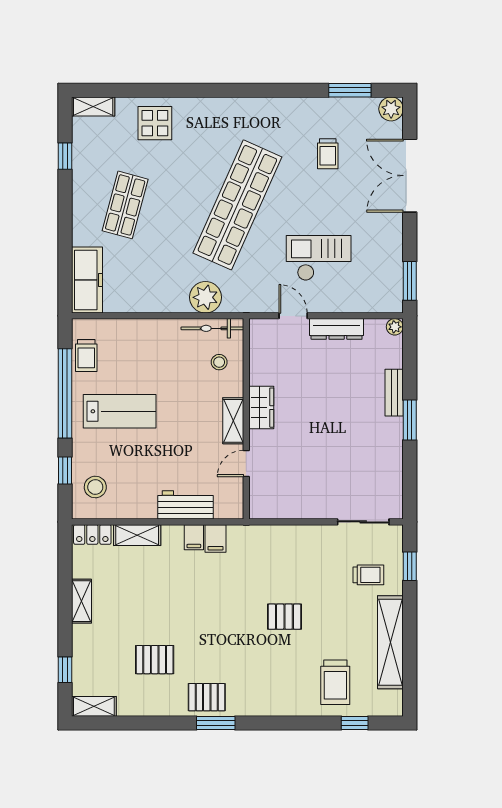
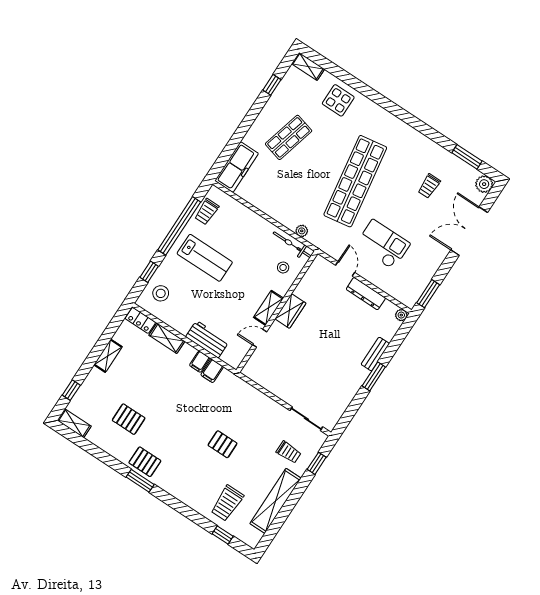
shop shelf: (237, 205) -> (355, 181), turned -33
plant: (205, 297) -> (302, 231), width x0.53, depth x0.53

